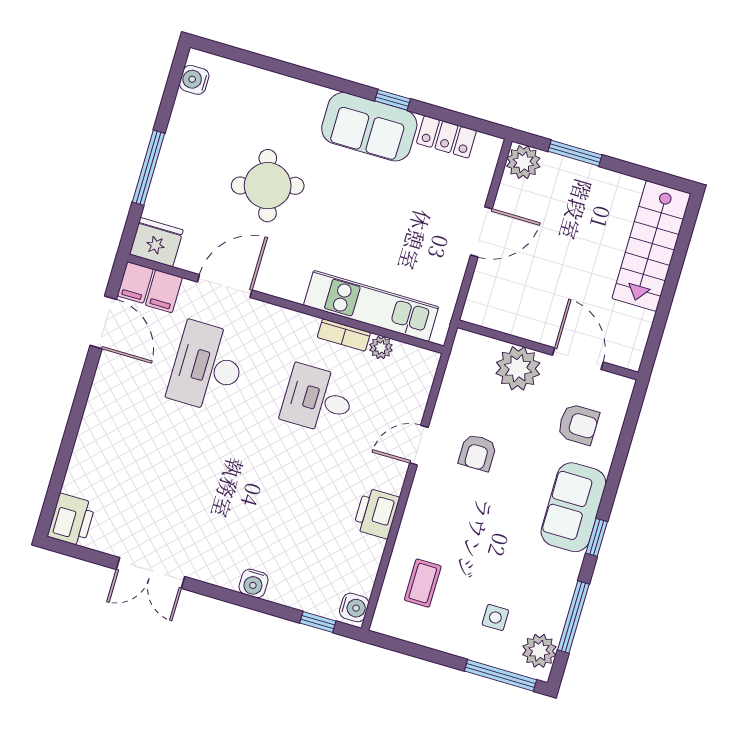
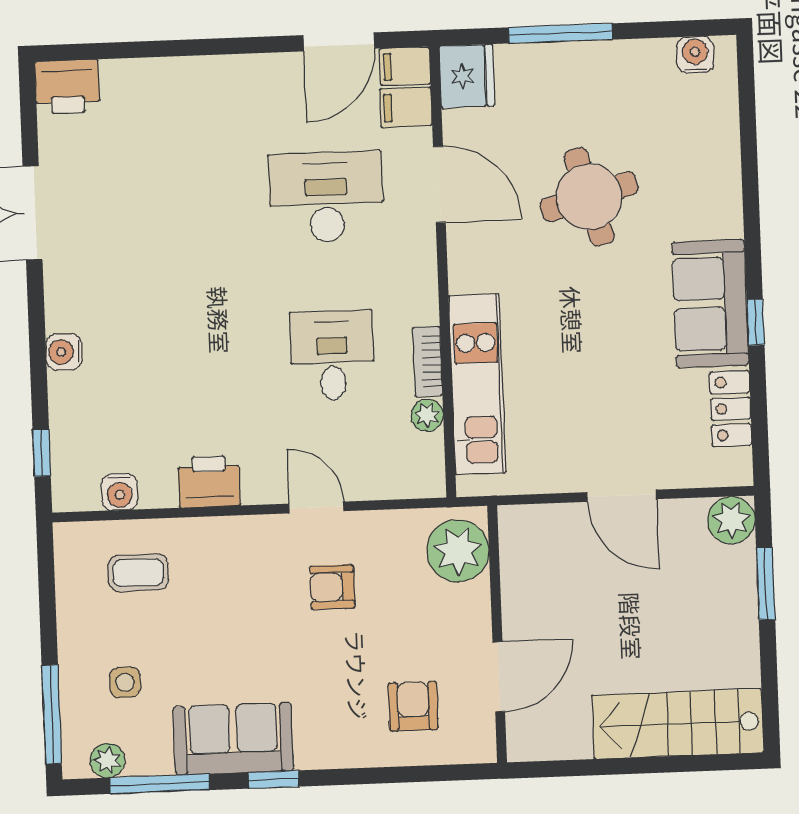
plant: (518, 368) -> (458, 551), moved
armchair: (578, 424) -> (413, 706), turned 180
sofa: (573, 507) -> (233, 739), moved
water cooler: (354, 608) -> (120, 492), moved
plant: (539, 651) -> (107, 760), width x0.73, depth x0.73

